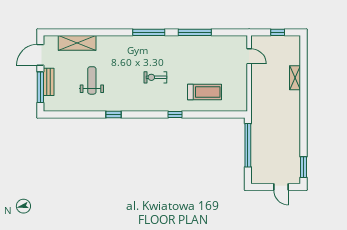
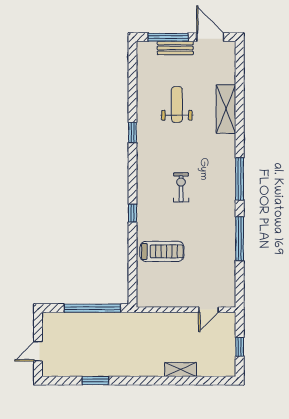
shelving: (77, 43) -> (226, 109), moved
weight bench: (92, 80) -> (177, 104), turned -90
treadmill: (204, 92) -> (162, 251), turned -90
window: (303, 167) -> (95, 381), moved

